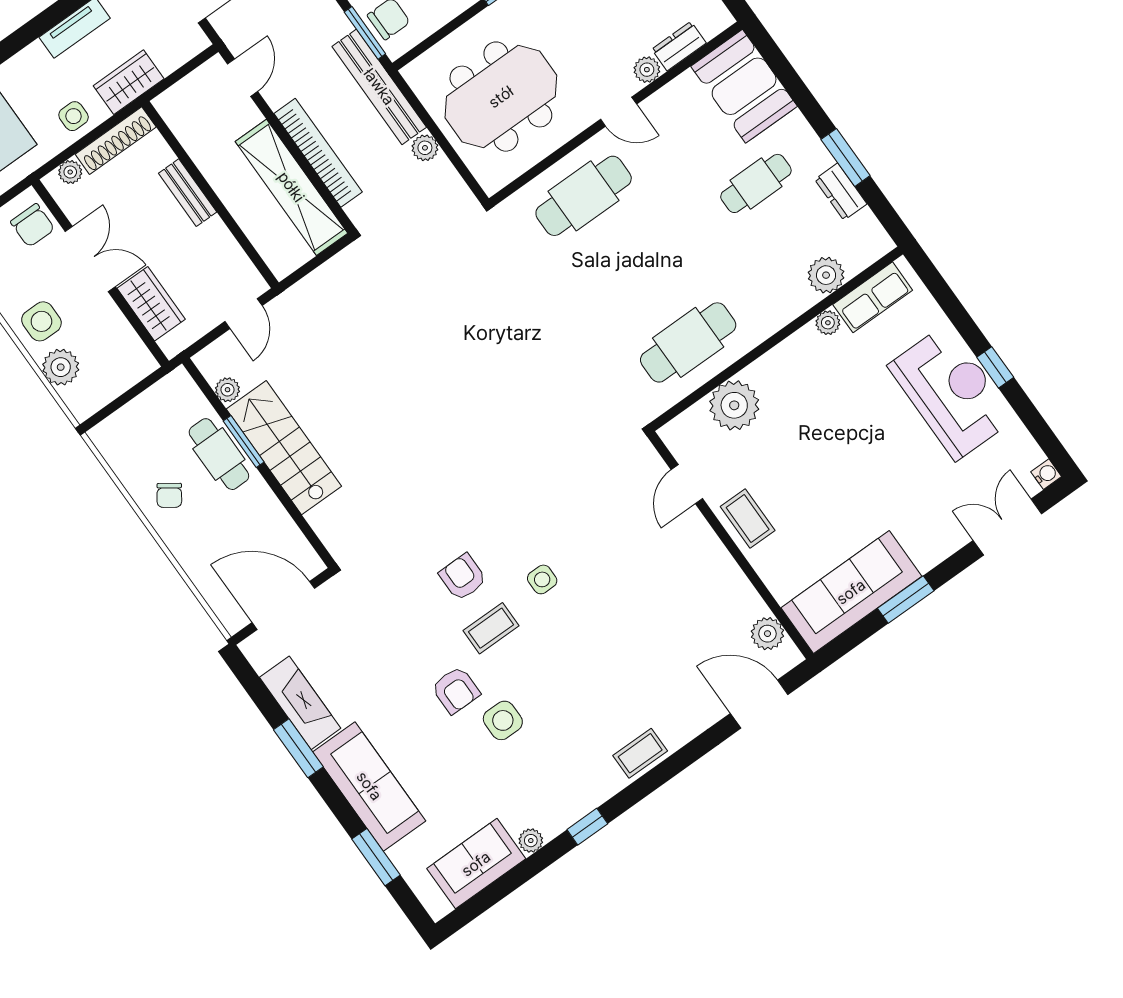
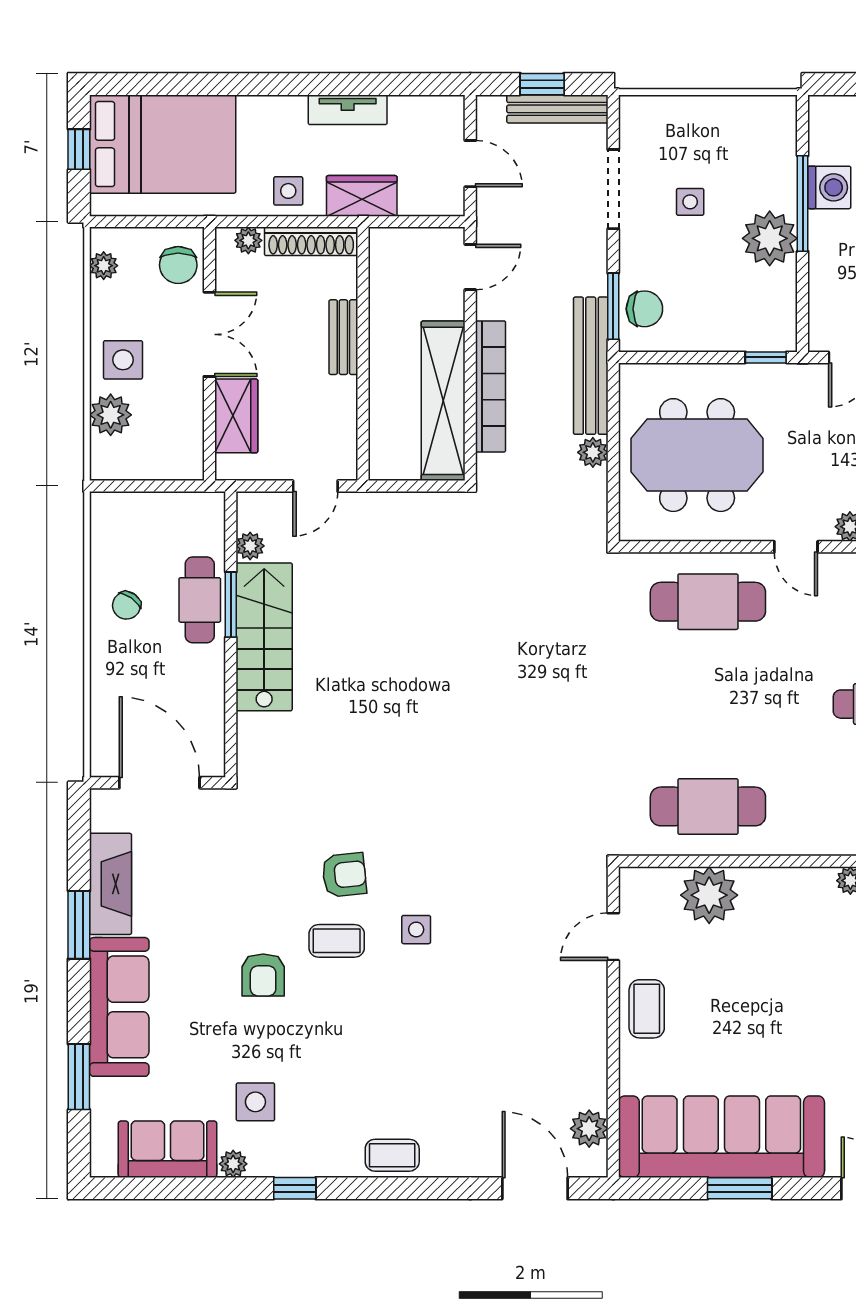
armchair: (463, 577) -> (344, 875), turned 84
sofa: (851, 592) -> (721, 1137), width x1.36, depth x1.27
side table: (503, 720) -> (255, 1102), moved

